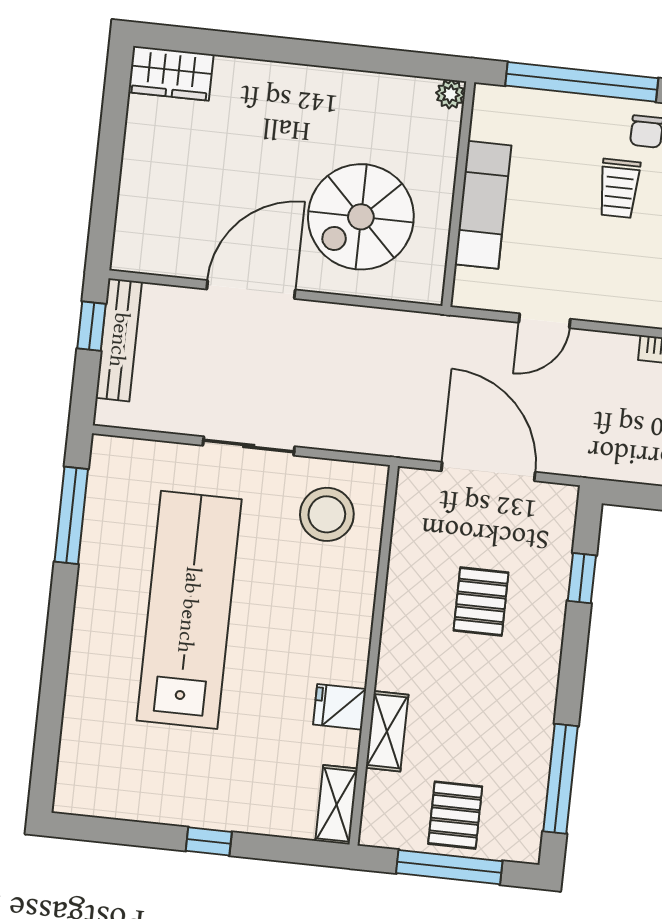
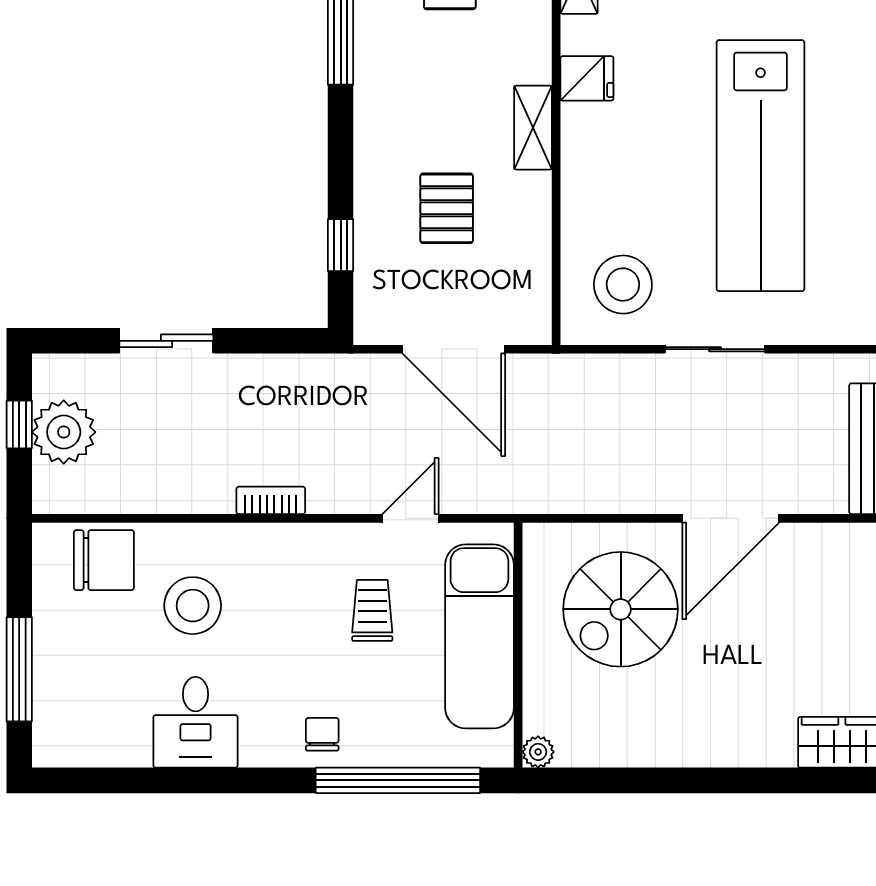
trolley: (619, 188) -> (372, 610), moved
exam couch: (483, 205) -> (479, 636), width x1.36, depth x1.45
spiral stairs: (361, 217) -> (621, 609), turned 180
shelving: (387, 731) -> (533, 128), moved

